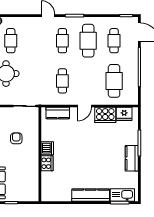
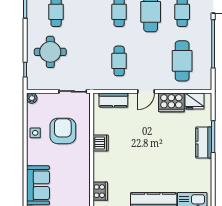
armchair: (16, 138) -> (63, 131), width x1.88, depth x1.88
kitchen counter: (132, 158) -> (204, 143), moved
cooker: (47, 163) -> (100, 191), moved

